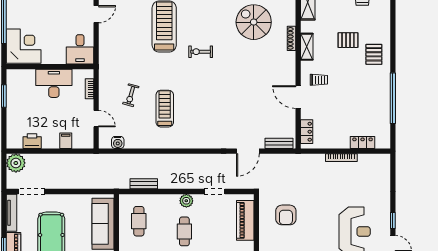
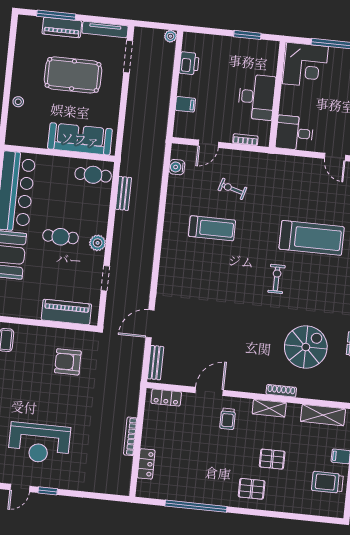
pallet: (348, 40) -> (272, 459), turned 90
door: (248, 151) -> (150, 324), hinge flipped
plant: (16, 163) -> (171, 36), width x0.53, depth x0.53
cafe table: (139, 221) -> (93, 175), moved

